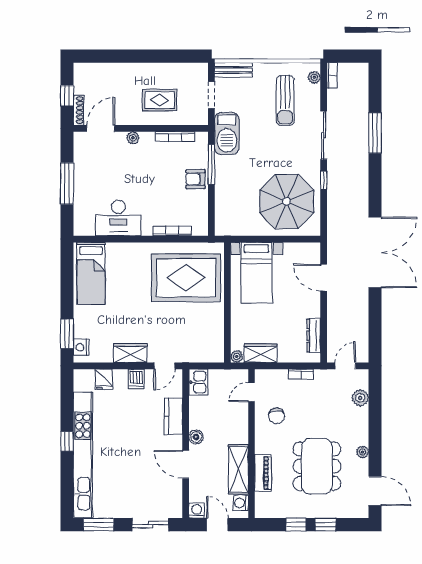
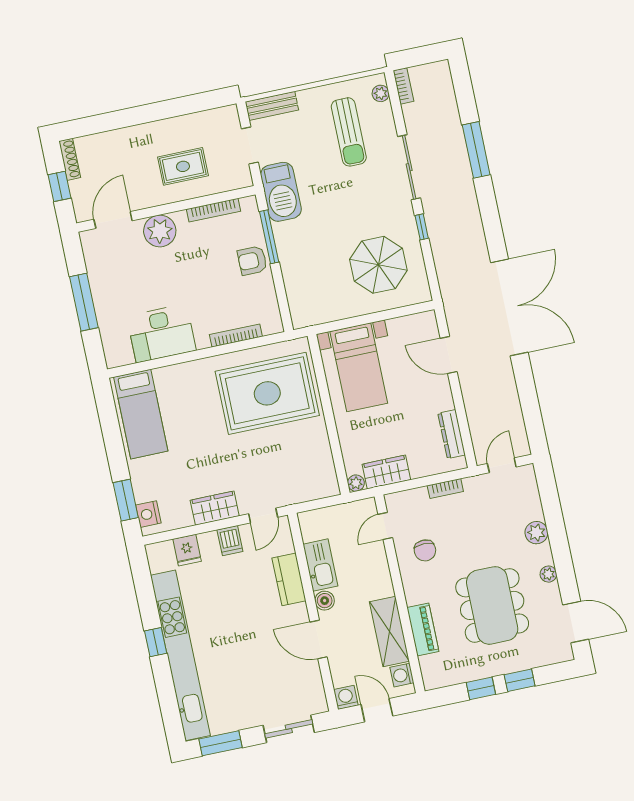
shoe rack: (78, 110) -> (70, 159), moved
plant: (133, 138) -> (160, 231), width x1.88, depth x1.88
parasol: (286, 201) -> (378, 265), width x0.73, depth x0.73
kitchen sink: (198, 382) -> (320, 565), moved, width x1.38
plant: (360, 398) -> (536, 533), moved

